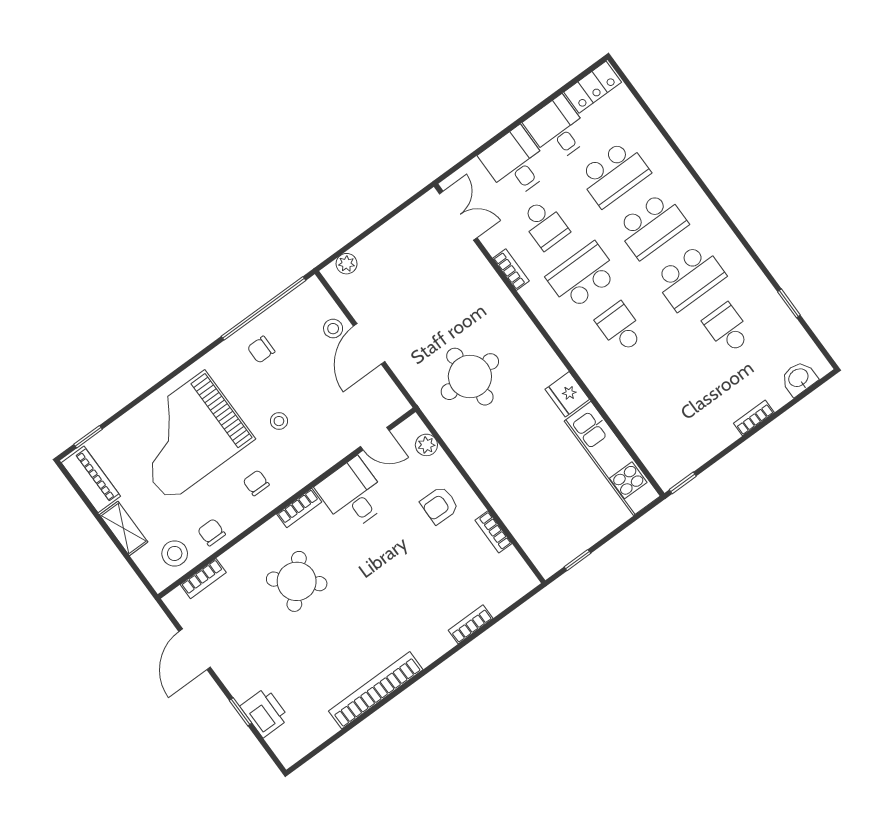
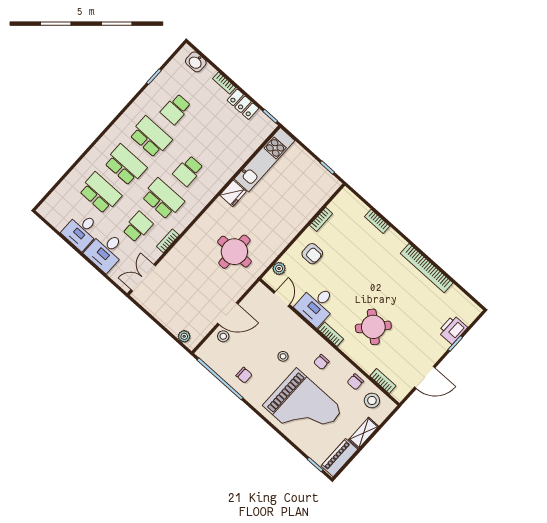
locker: (593, 87) -> (243, 104), moved, turned 180
school desk: (582, 276) -> (163, 199), turned 180

